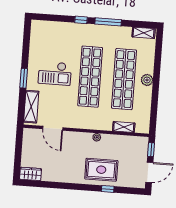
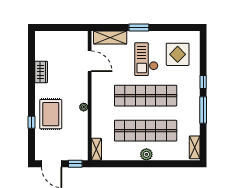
display table: (52, 43) -> (178, 54), added
shelving: (124, 127) -> (96, 149), moved
door: (53, 128) -> (90, 61), swing flipped
wardrobe: (30, 174) -> (41, 72), moved

